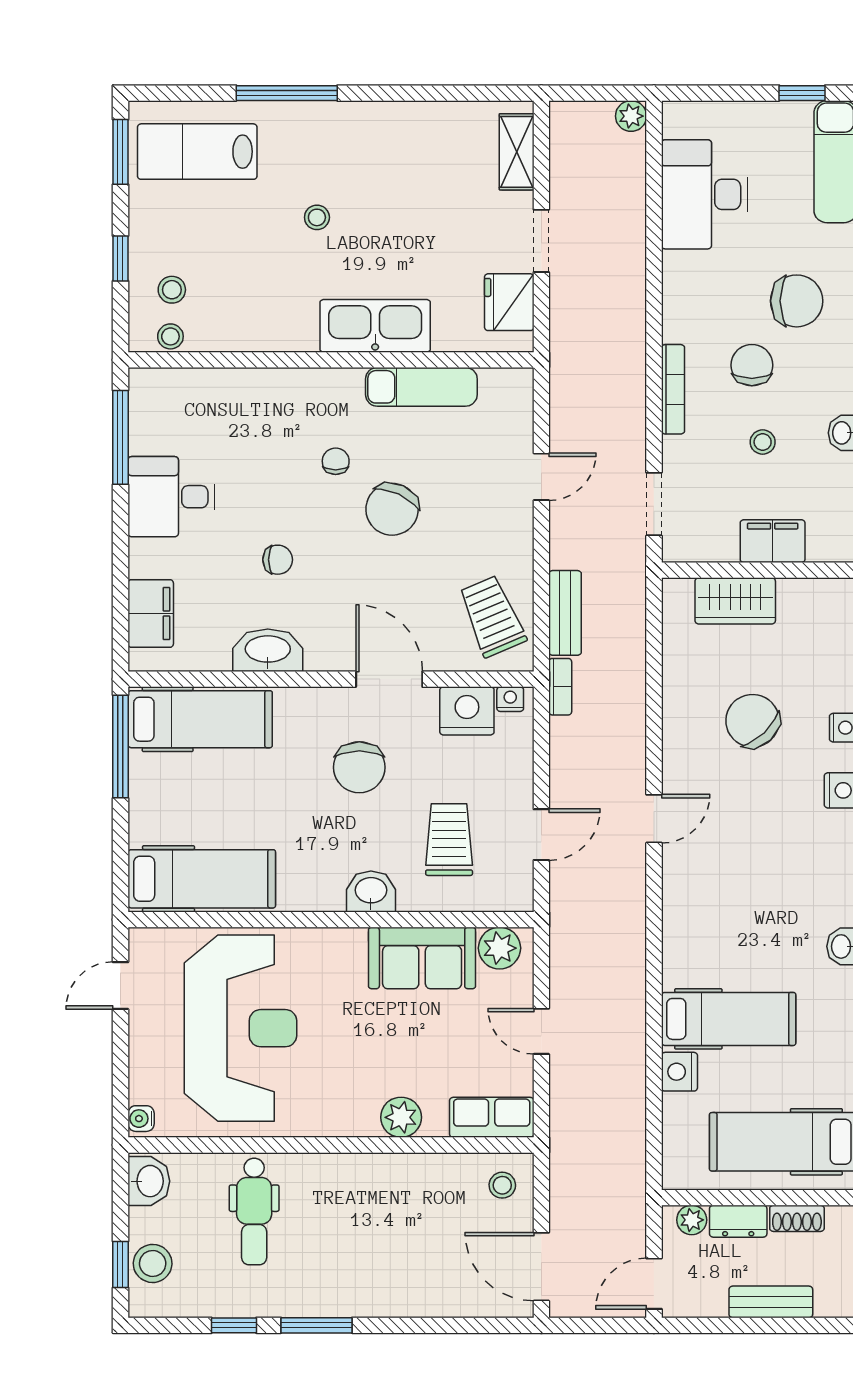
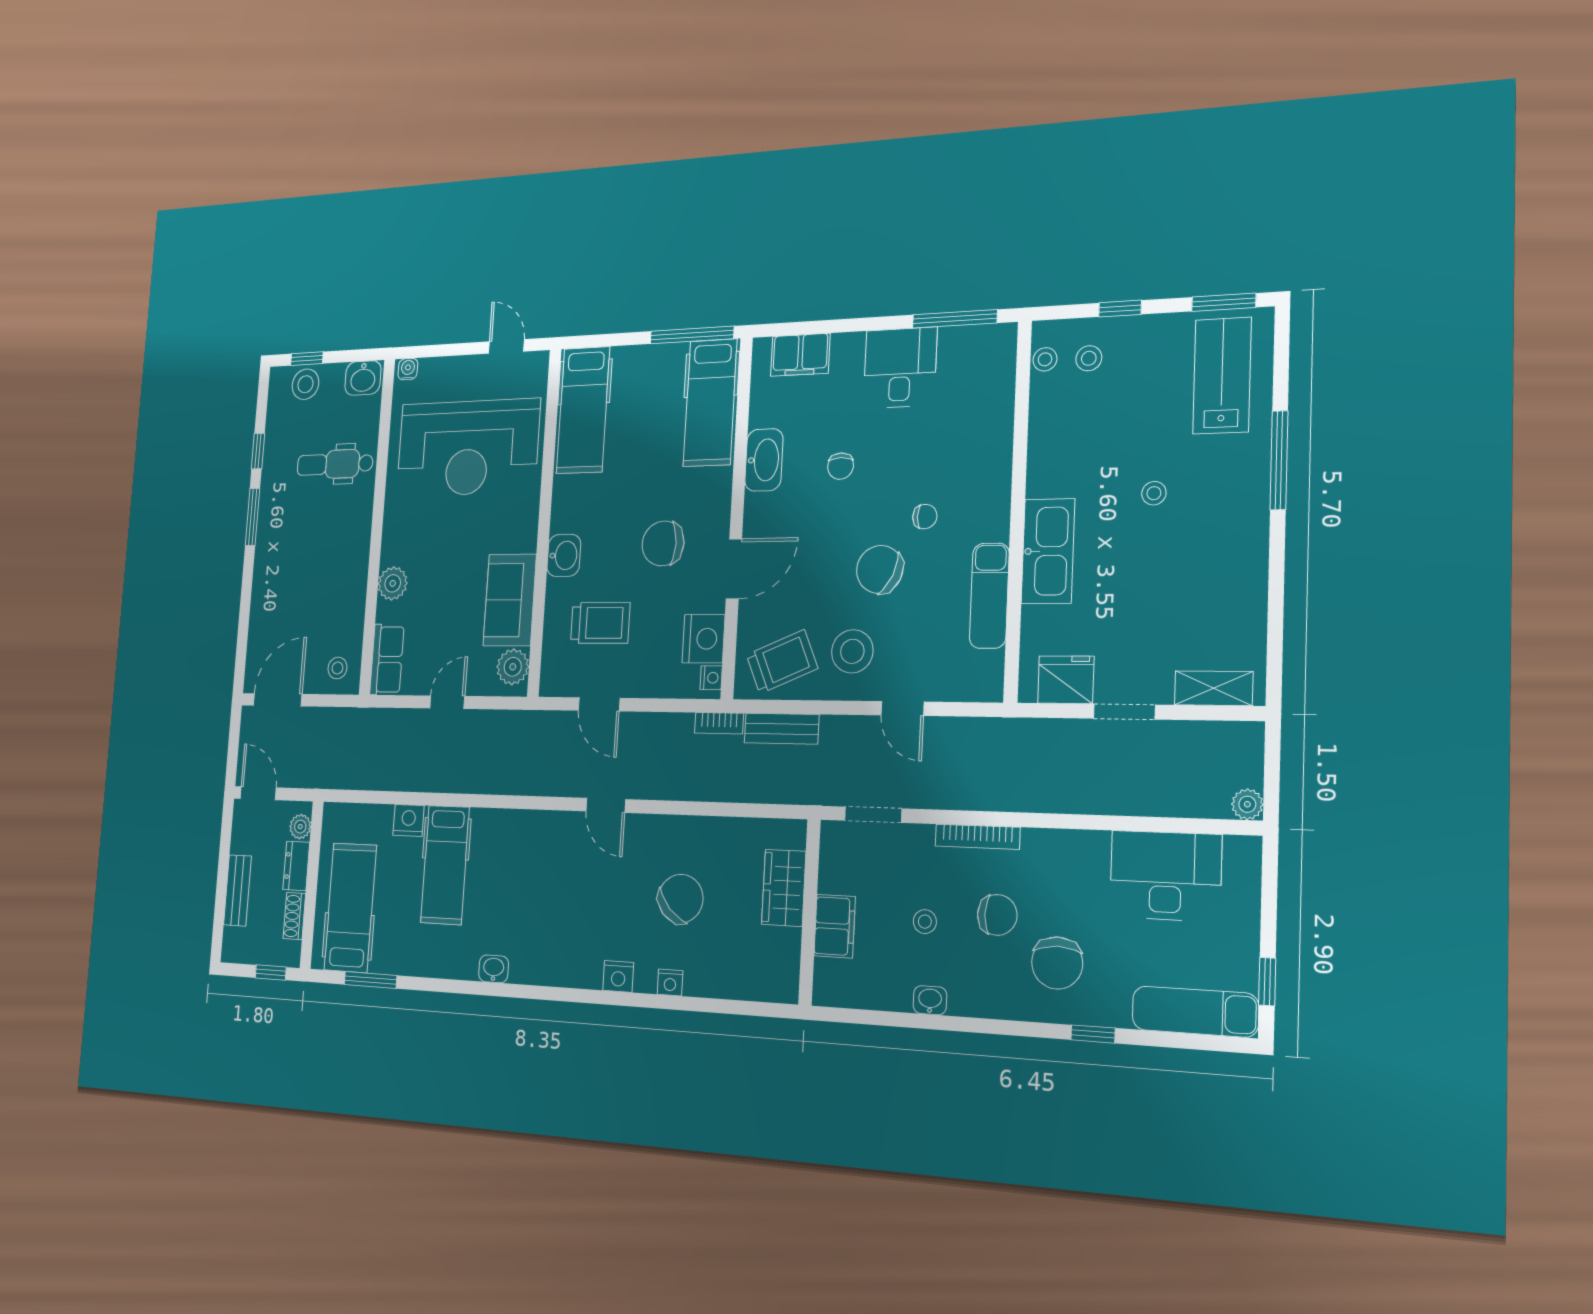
stool: (481, 536) -> (852, 651), added

